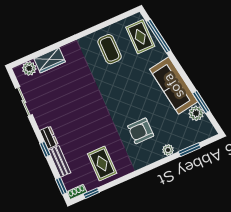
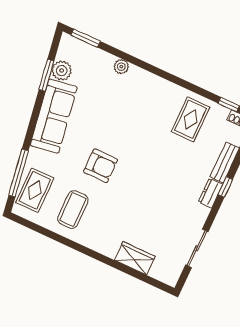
plant: (29, 68) -> (160, 271), removed
armchair: (141, 131) -> (101, 166), moved
window: (190, 150) -> (86, 38), moved

